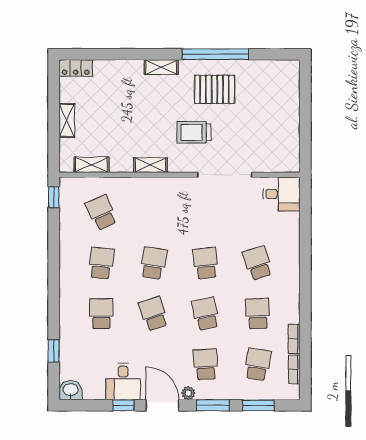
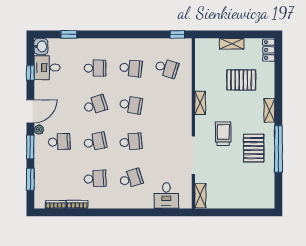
pallet: (118, 107) -> (241, 80), added
shelving: (91, 165) -> (200, 196), moved
desk: (282, 194) -> (166, 195), moved
school desk: (101, 213) -> (167, 68), turned 42
school desk: (258, 364) -> (59, 179), removed
desk: (123, 382) -> (47, 68), moved
window: (123, 405) -> (30, 73), moved

